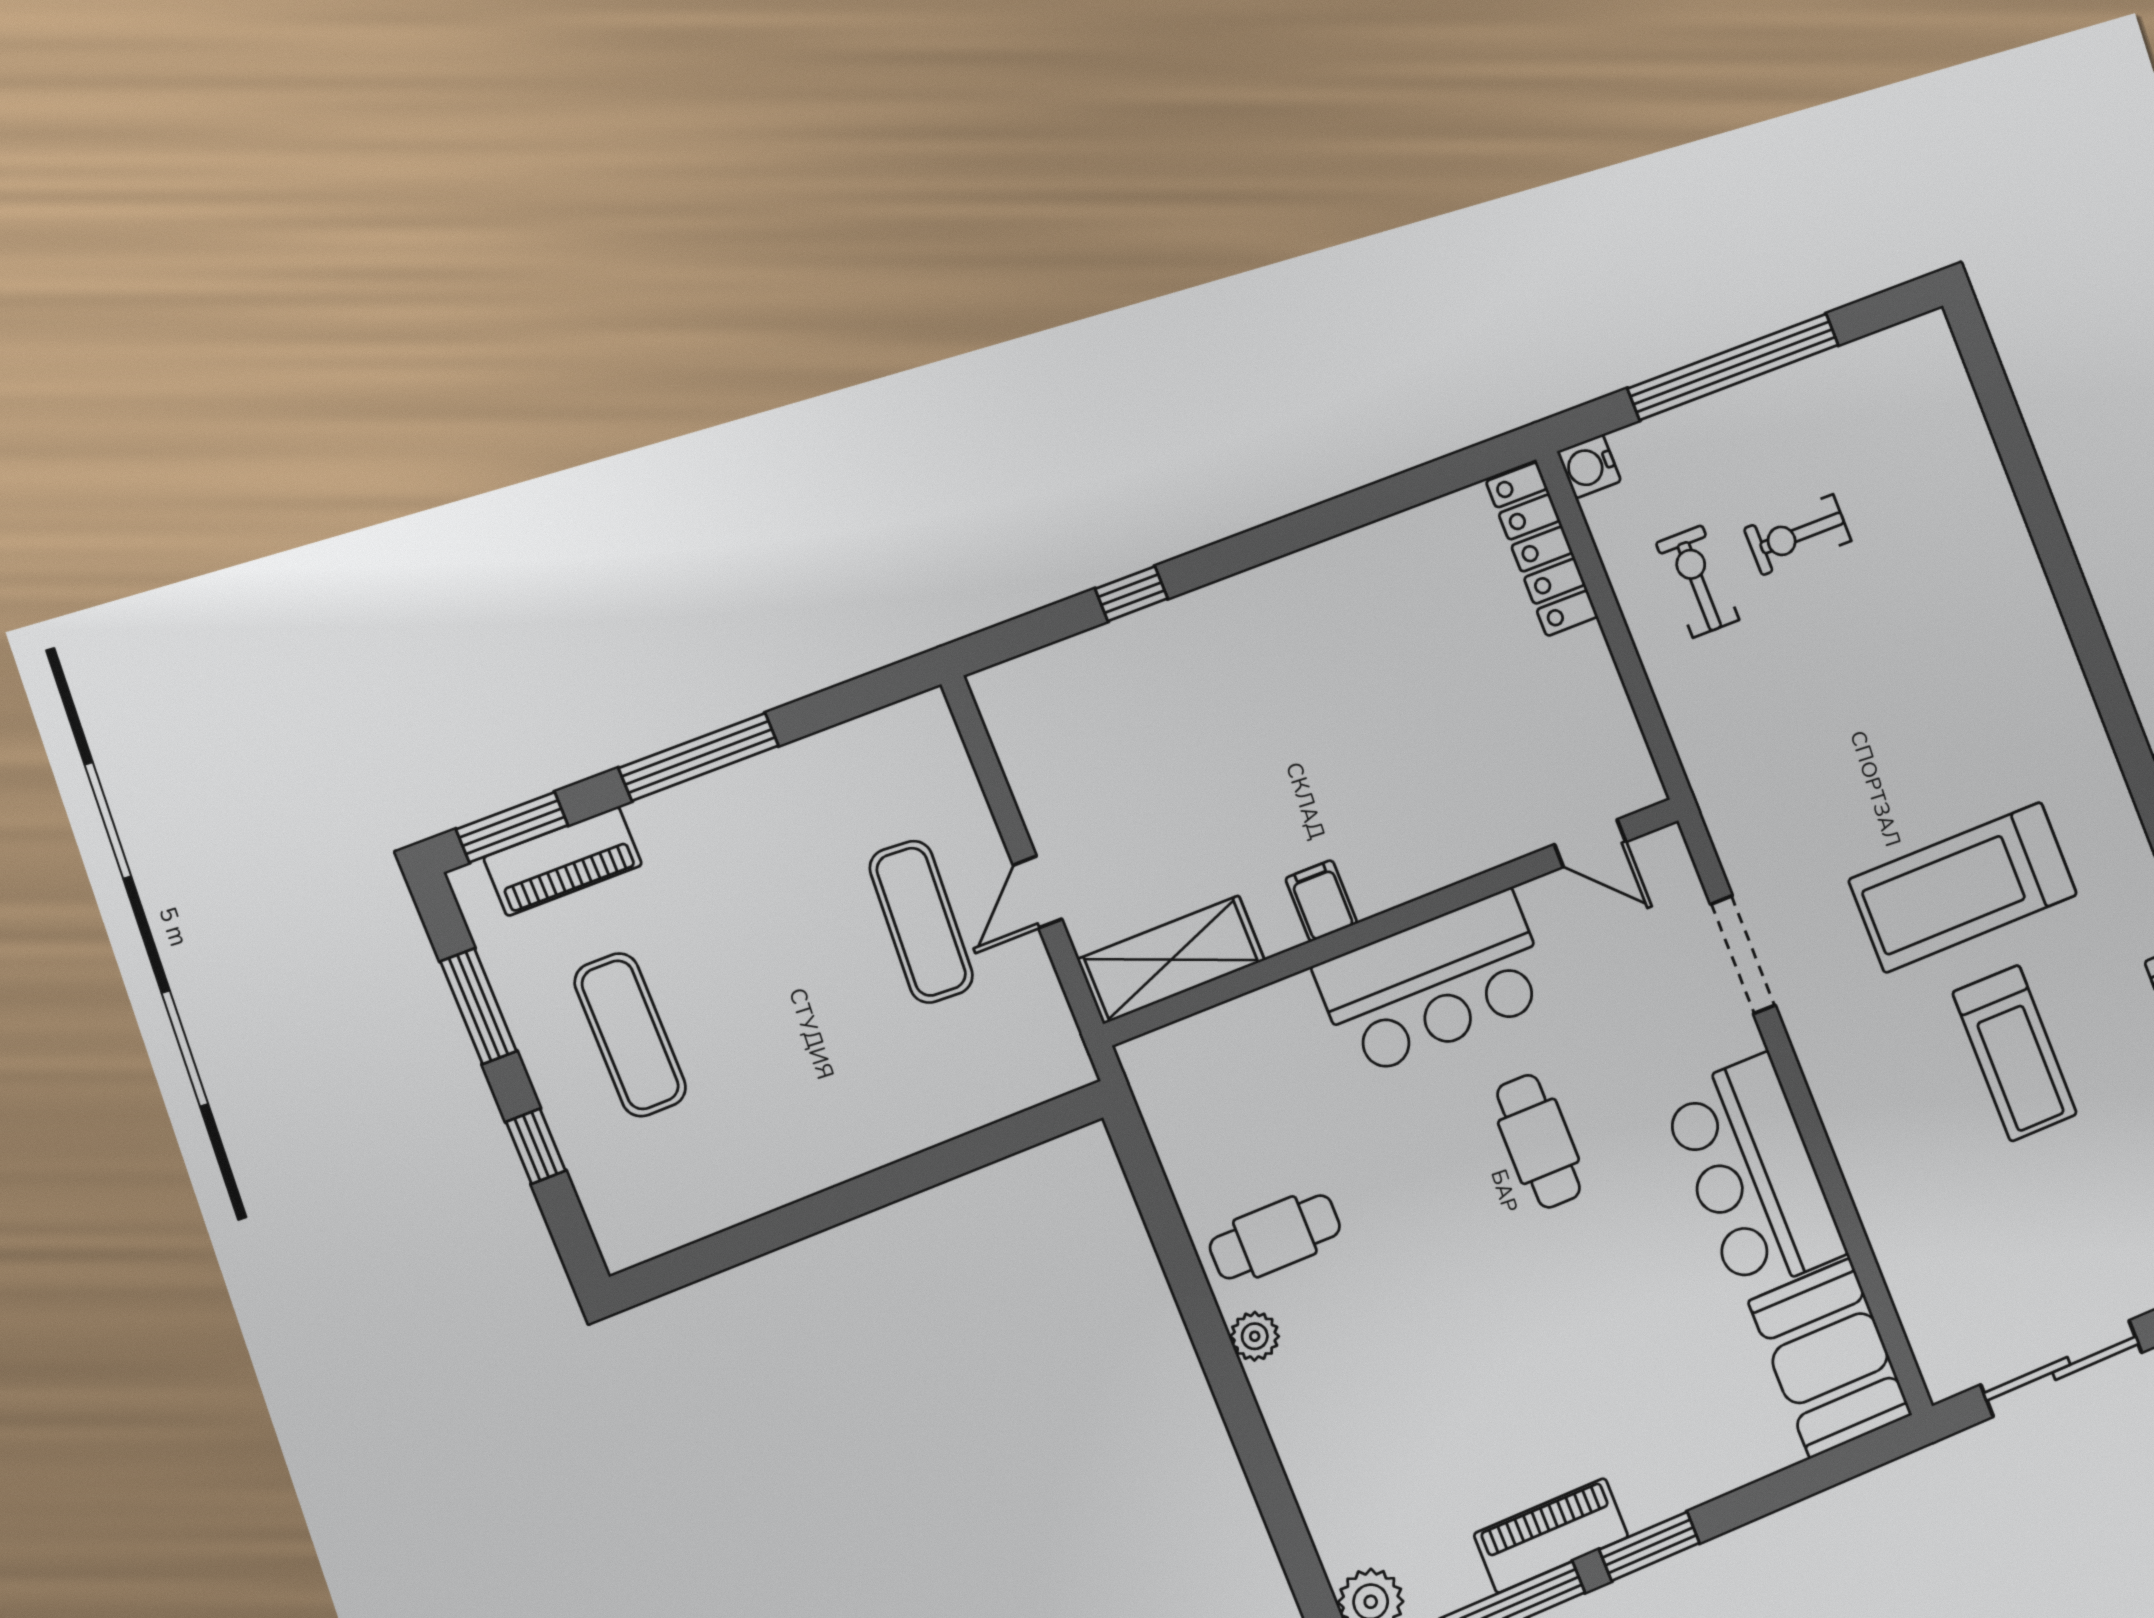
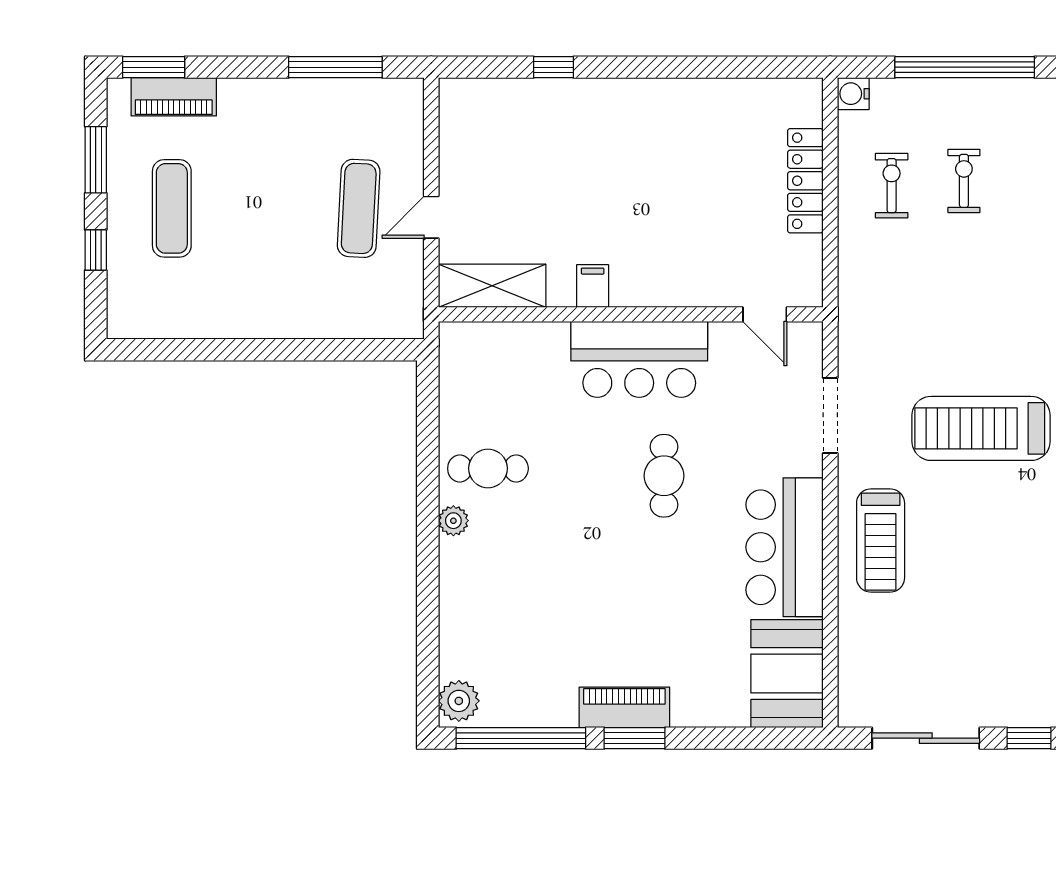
exercise bike: (1798, 535) -> (964, 181), turned 90
locker: (1542, 549) -> (805, 181), moved
window: (699, 757) -> (335, 67), moved
treadmill: (2015, 1053) -> (881, 541), moved
piano: (1551, 1535) -> (624, 707), moved

